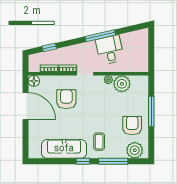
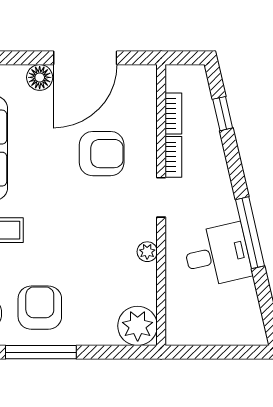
floor lamp: (34, 81) -> (40, 77), moved
plant: (122, 84) -> (138, 326), moved
window: (151, 111) -> (41, 352), moved
armchair: (132, 126) -> (40, 308), turned -90

